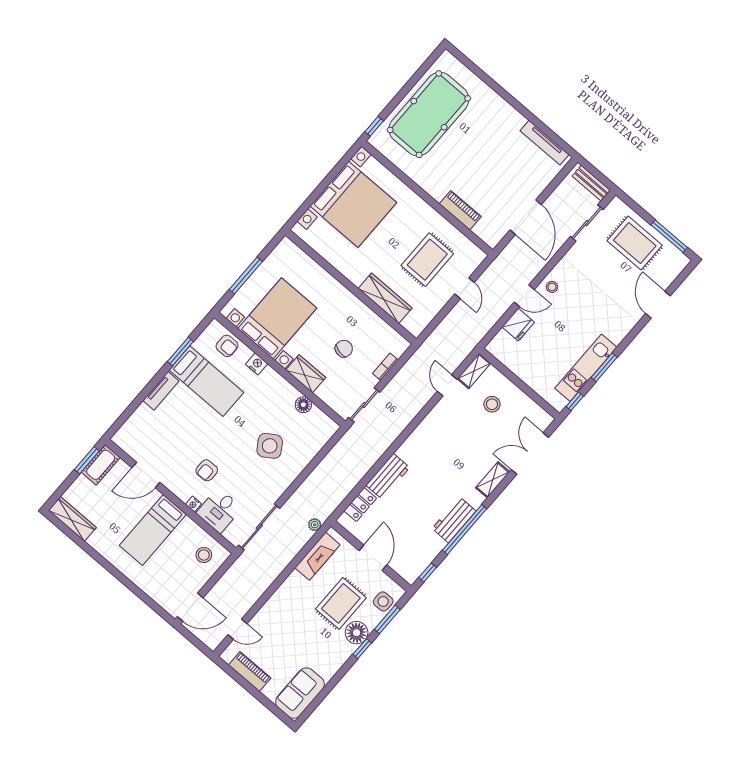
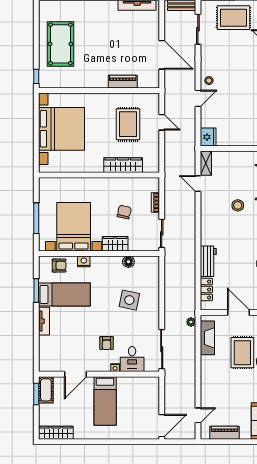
pool table: (429, 114) -> (60, 44), width x0.73, depth x0.76
fridge: (518, 325) -> (208, 137), moved
stool: (492, 404) -> (238, 205), moved
side table: (270, 446) -> (129, 300), turned 45
stool: (204, 555) -> (145, 391), removed

